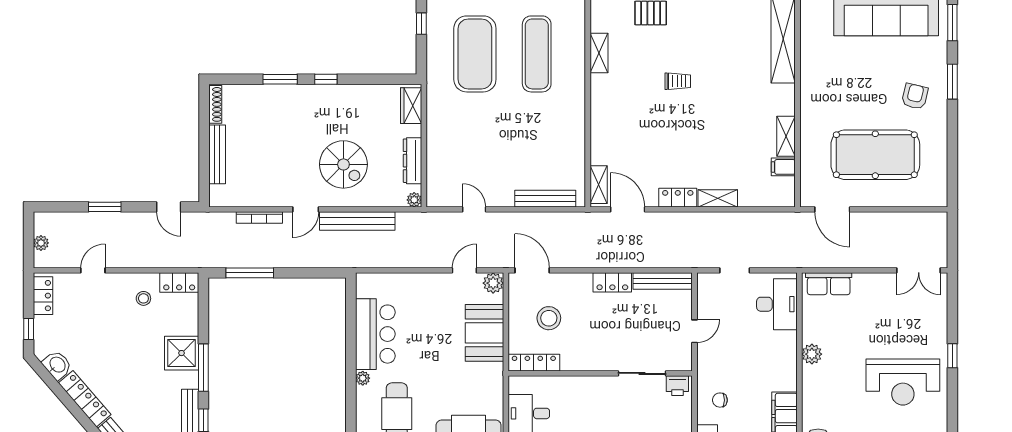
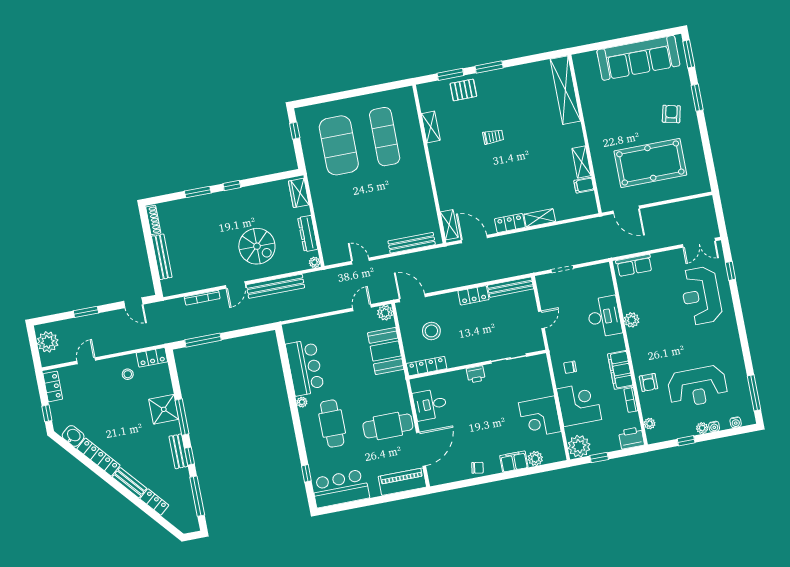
plant: (41, 243) -> (48, 342), width x1.88, depth x1.88
desk: (777, 304) -> (604, 317), moved
window: (952, 356) -> (730, 271), moved
reception desk: (903, 382) -> (701, 296), moved, turned 90
printer: (677, 386) -> (476, 374), moved

